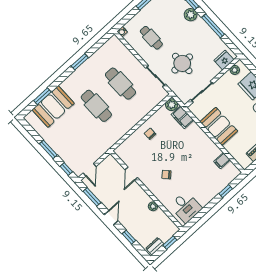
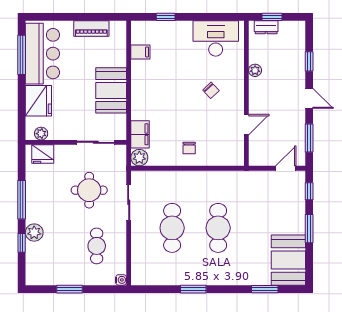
booth: (53, 107) -> (288, 260), moved, turned 90
desk: (186, 207) -> (216, 39), width x1.37
door: (111, 218) -> (309, 98), swing flipped
dresser: (155, 246) -> (266, 27), moved

